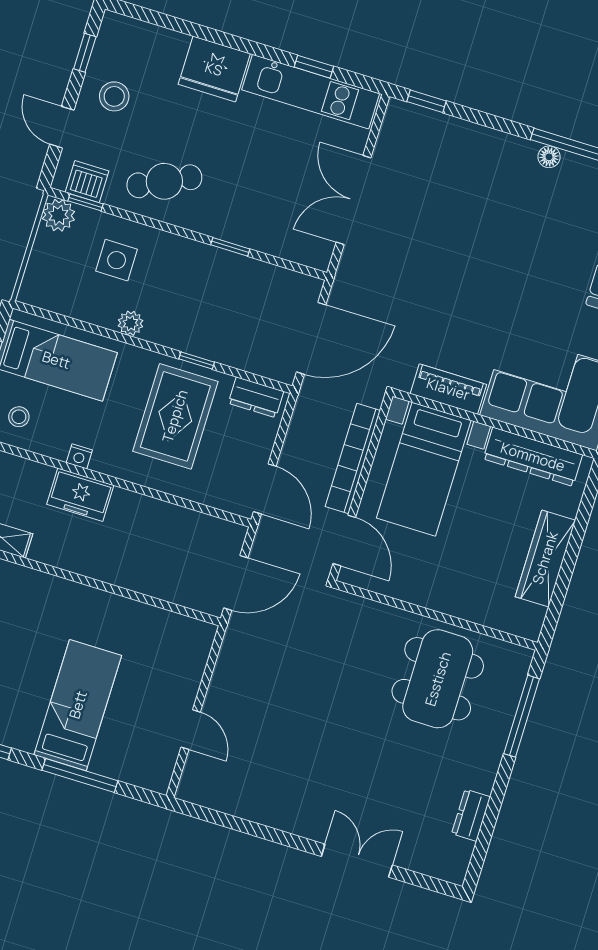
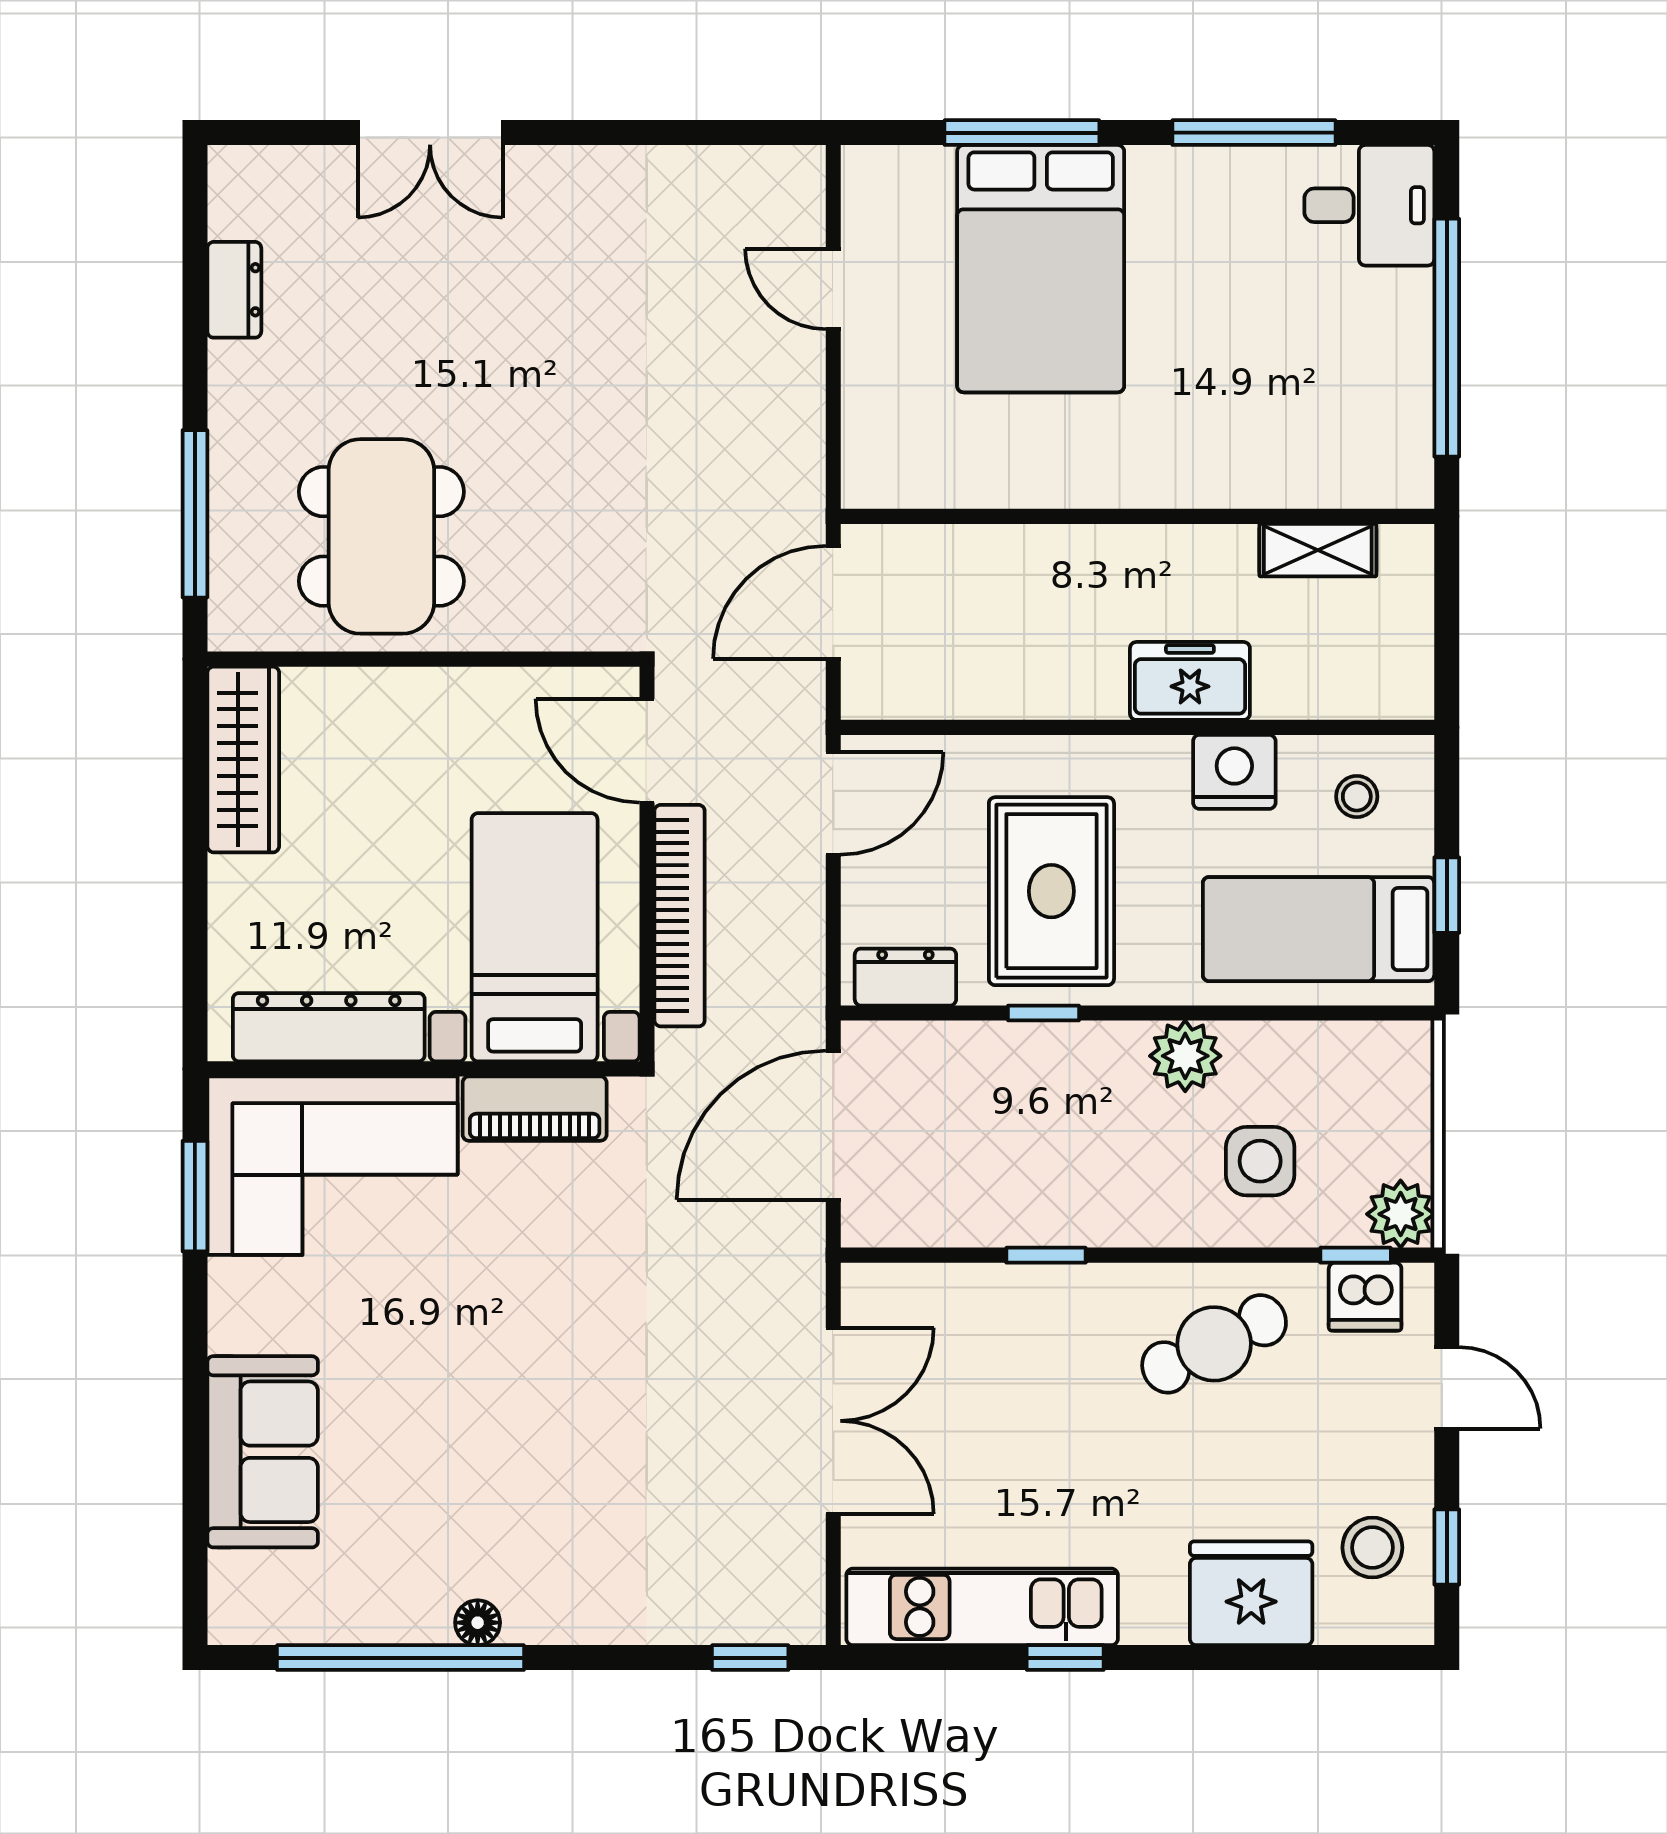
window: (314, 67) -> (1065, 1658), moved
fridge: (214, 69) -> (1251, 1593), moved
stool: (114, 96) -> (1372, 1548), moved
plant: (131, 323) -> (1185, 1056), width x1.38, depth x1.38
nightstand: (79, 456) -> (1234, 772), width x1.89, depth x1.79
door: (265, 489) -> (833, 803), swing flipped
wardrobe: (545, 558) -> (243, 759), moved
bed: (78, 705) -> (1041, 269), width x1.50

